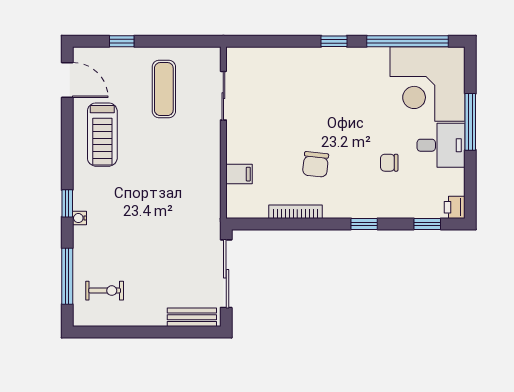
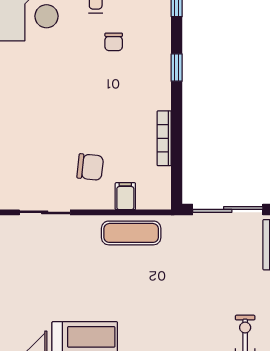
exercise mat: (164, 89) -> (131, 233), moved
chair: (316, 164) -> (90, 167), moved

